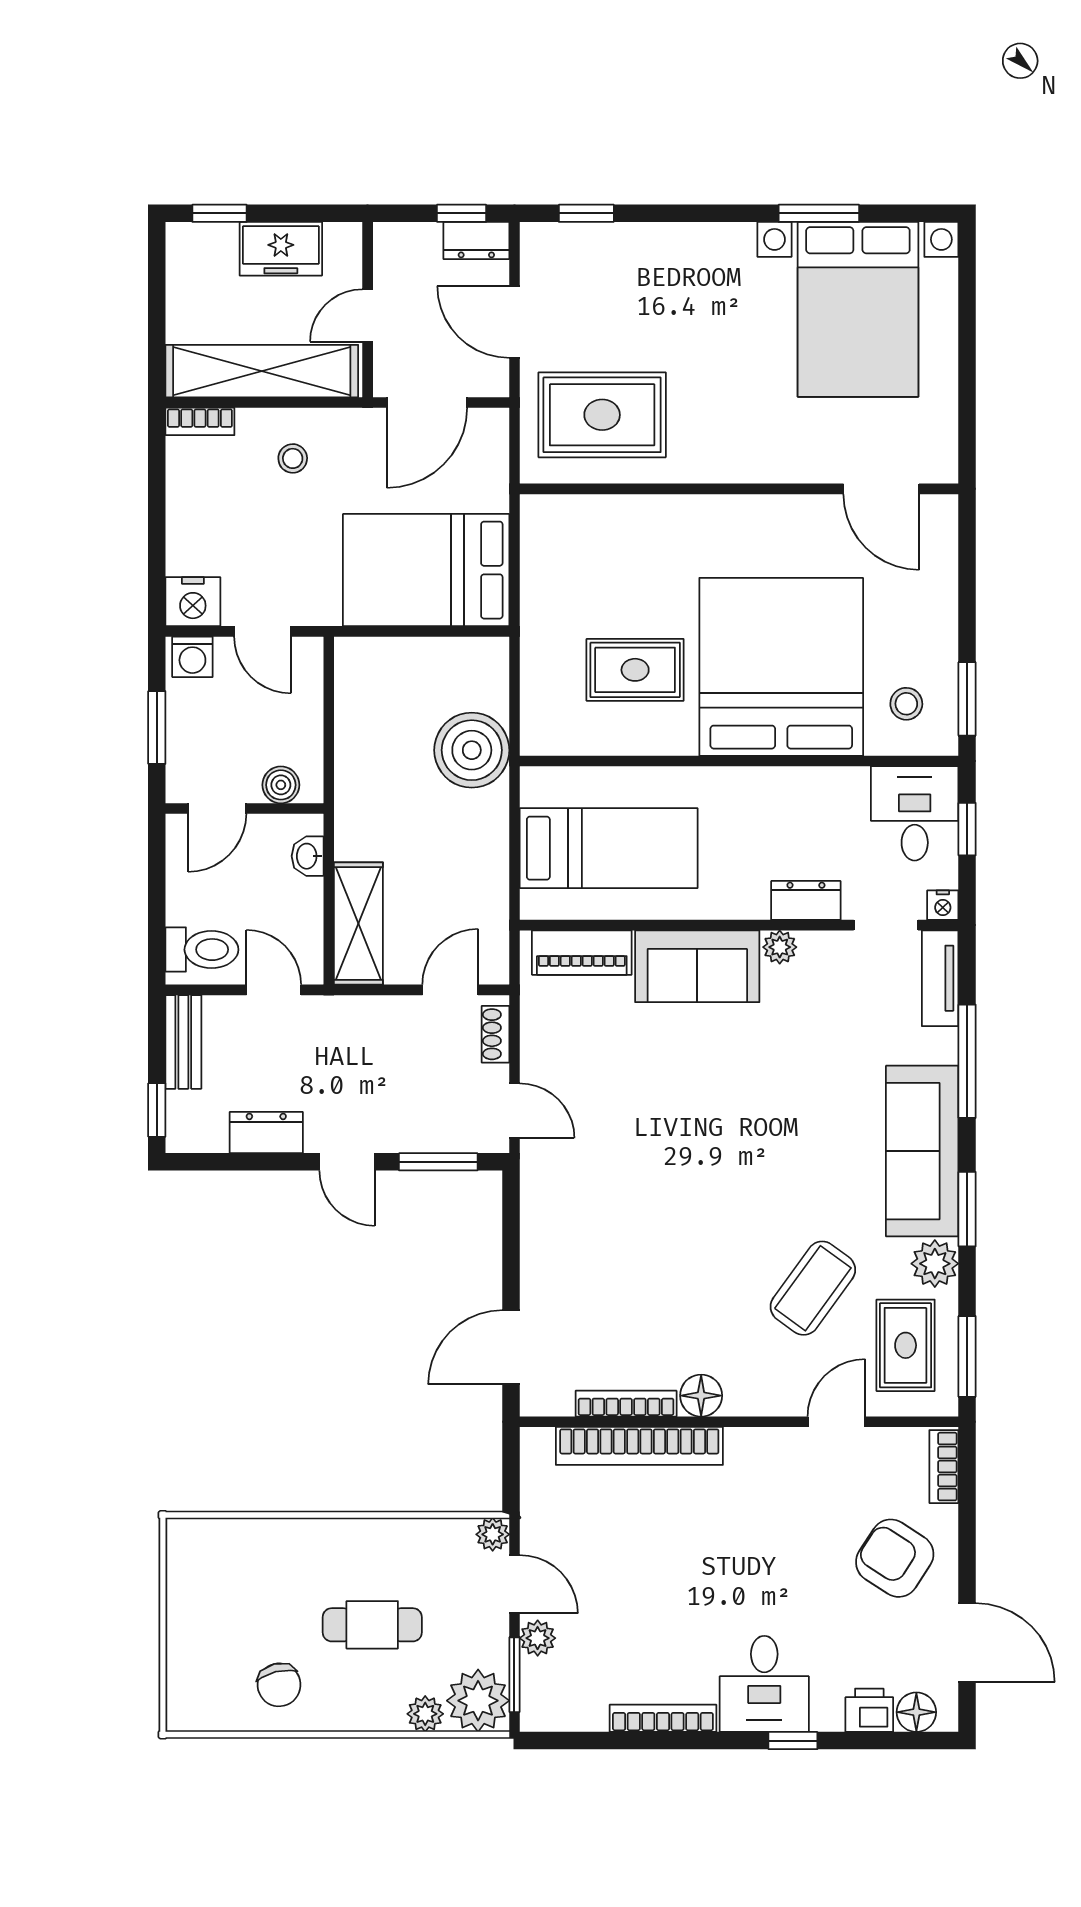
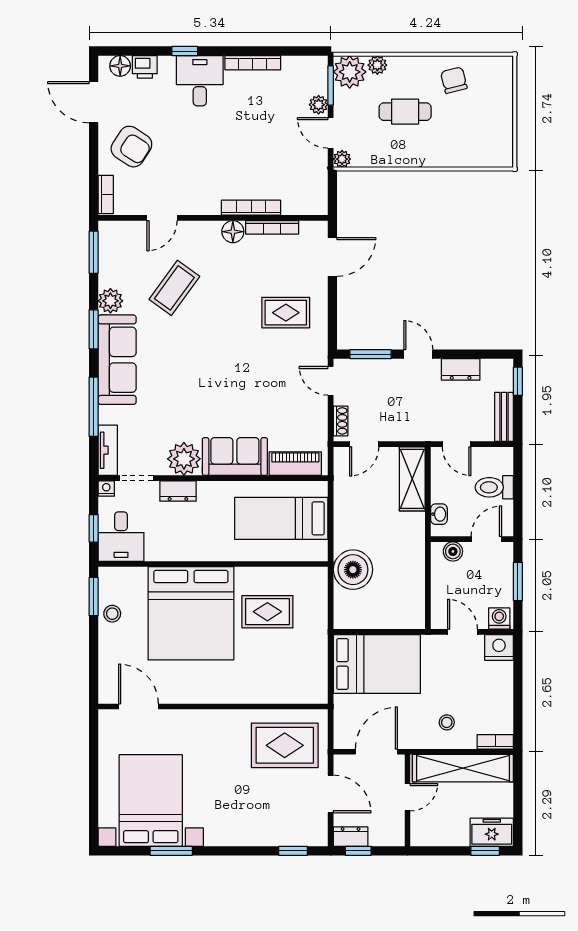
freezer: (281, 249) -> (492, 832), moved
stool: (906, 704) -> (112, 614), moved
plant: (780, 947) -> (184, 459), width x1.88, depth x1.88
toilet: (202, 950) -> (494, 487), moved
rug: (906, 1345) -> (286, 313), moved, turned 90
bookcase: (639, 1446) -> (251, 208), width x0.68, depth x0.76

